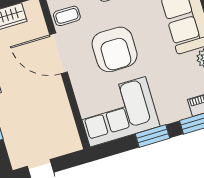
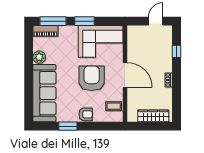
door: (58, 53) -> (125, 75), moved

